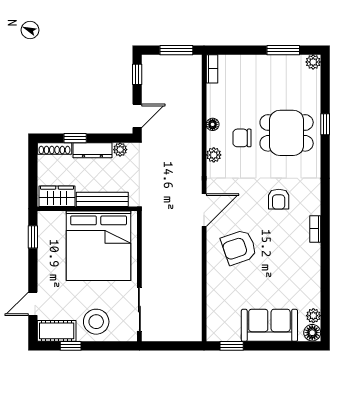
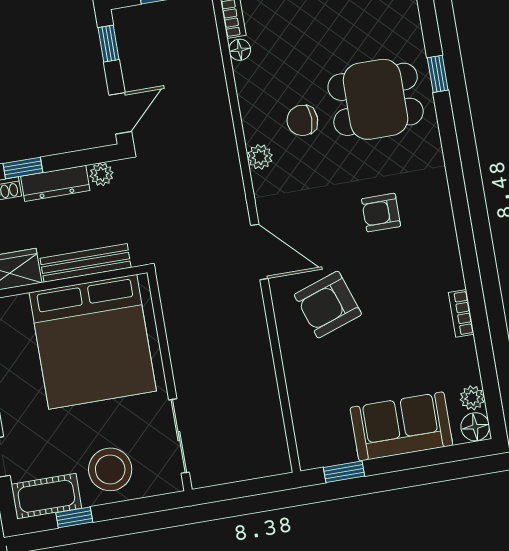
floor lamp: (213, 124) -> (240, 50), moved
armchair: (279, 199) -> (381, 213), turned 90
door: (204, 210) -> (259, 252), hinge flipped
bookcase: (315, 229) -> (461, 313), moved

